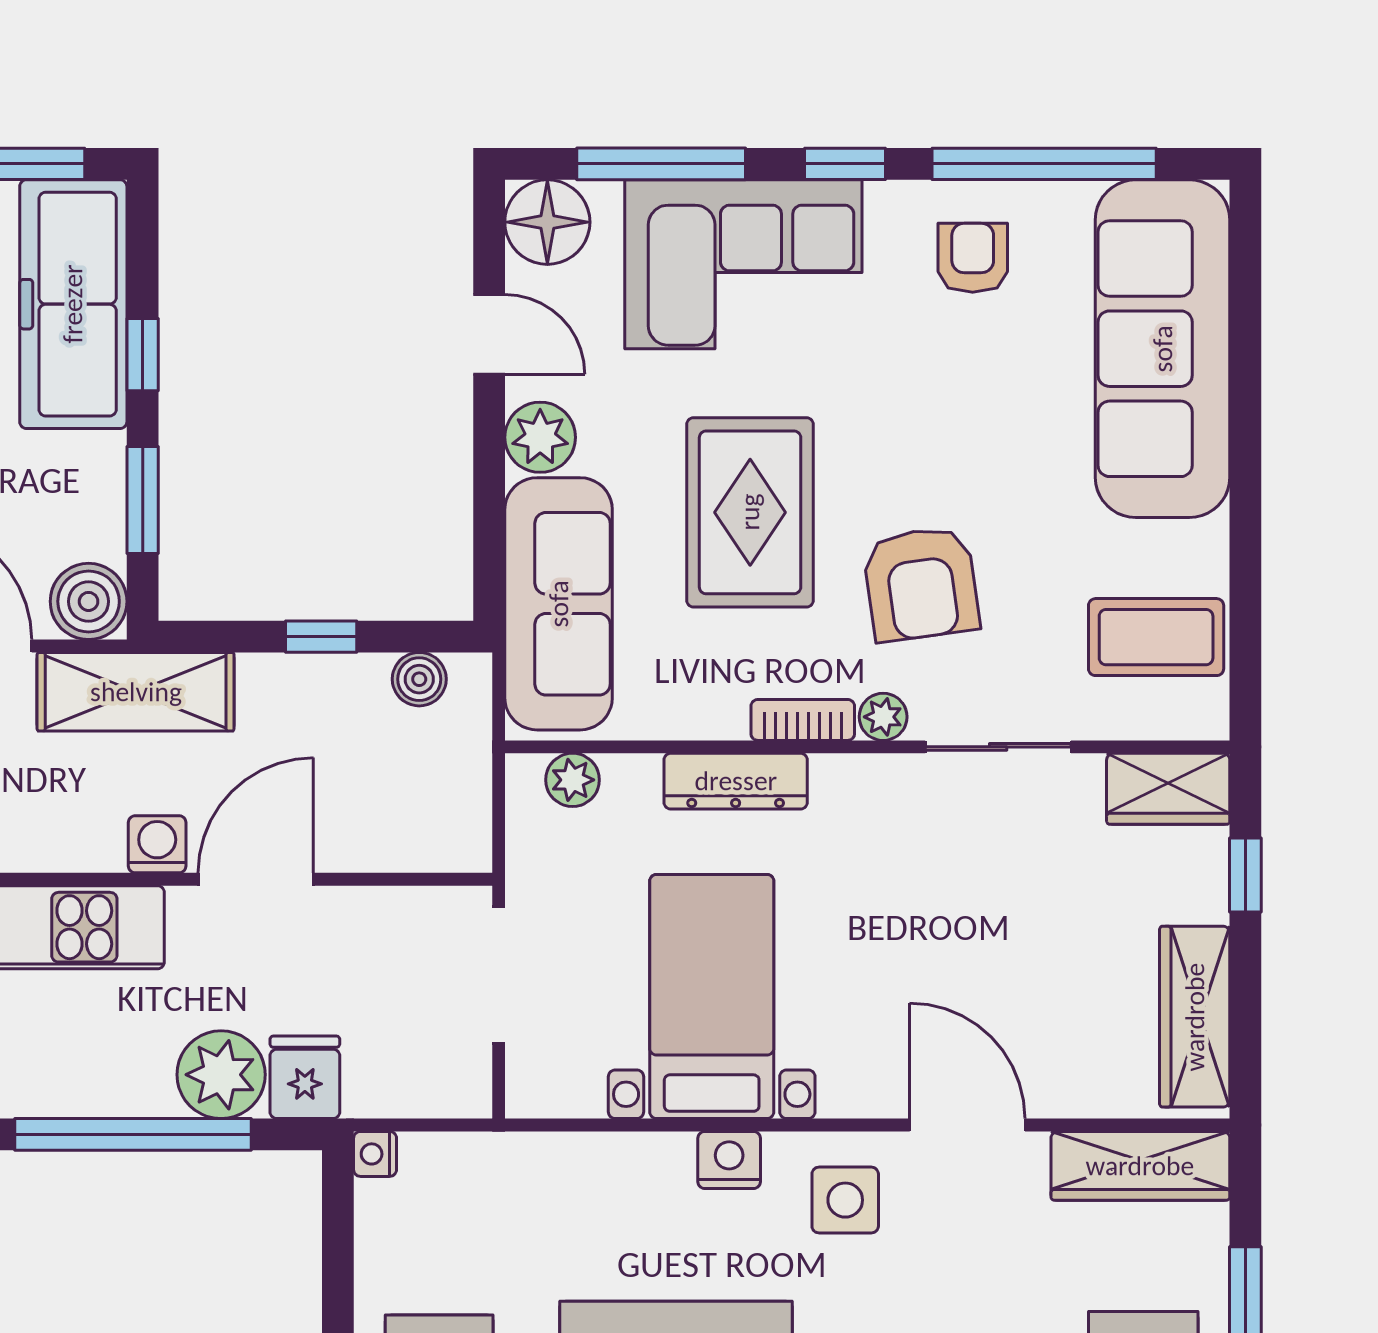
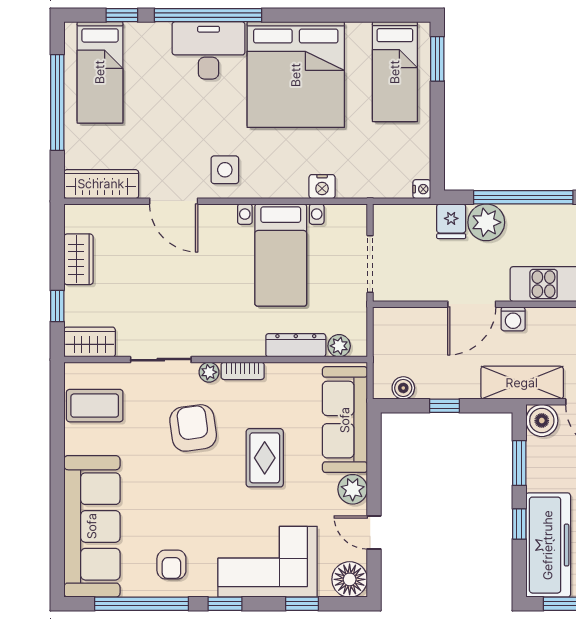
window: (661, 164) -> (302, 604), width x0.46
rug: (750, 512) -> (265, 458), width x0.73, depth x0.70
dresser: (736, 781) -> (296, 345), moved
wardrobe: (1195, 1017) -> (78, 259), width x0.67
nightstand: (729, 1160) -> (322, 187), moved

